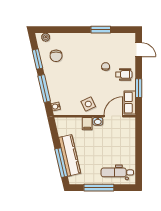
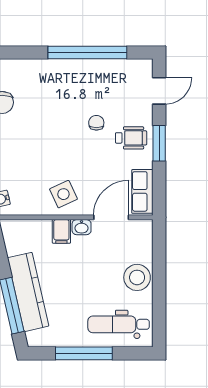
window: (101, 30) -> (87, 53), width x2.11
door: (139, 50) -> (159, 91), hinge flipped
window: (139, 88) -> (159, 143), moved
stool: (127, 148) -> (137, 277), added

